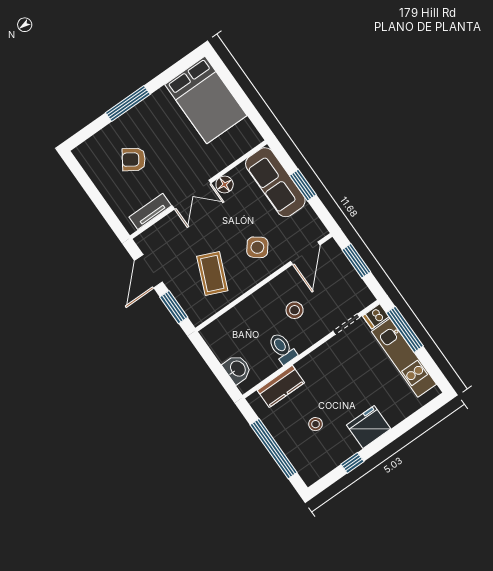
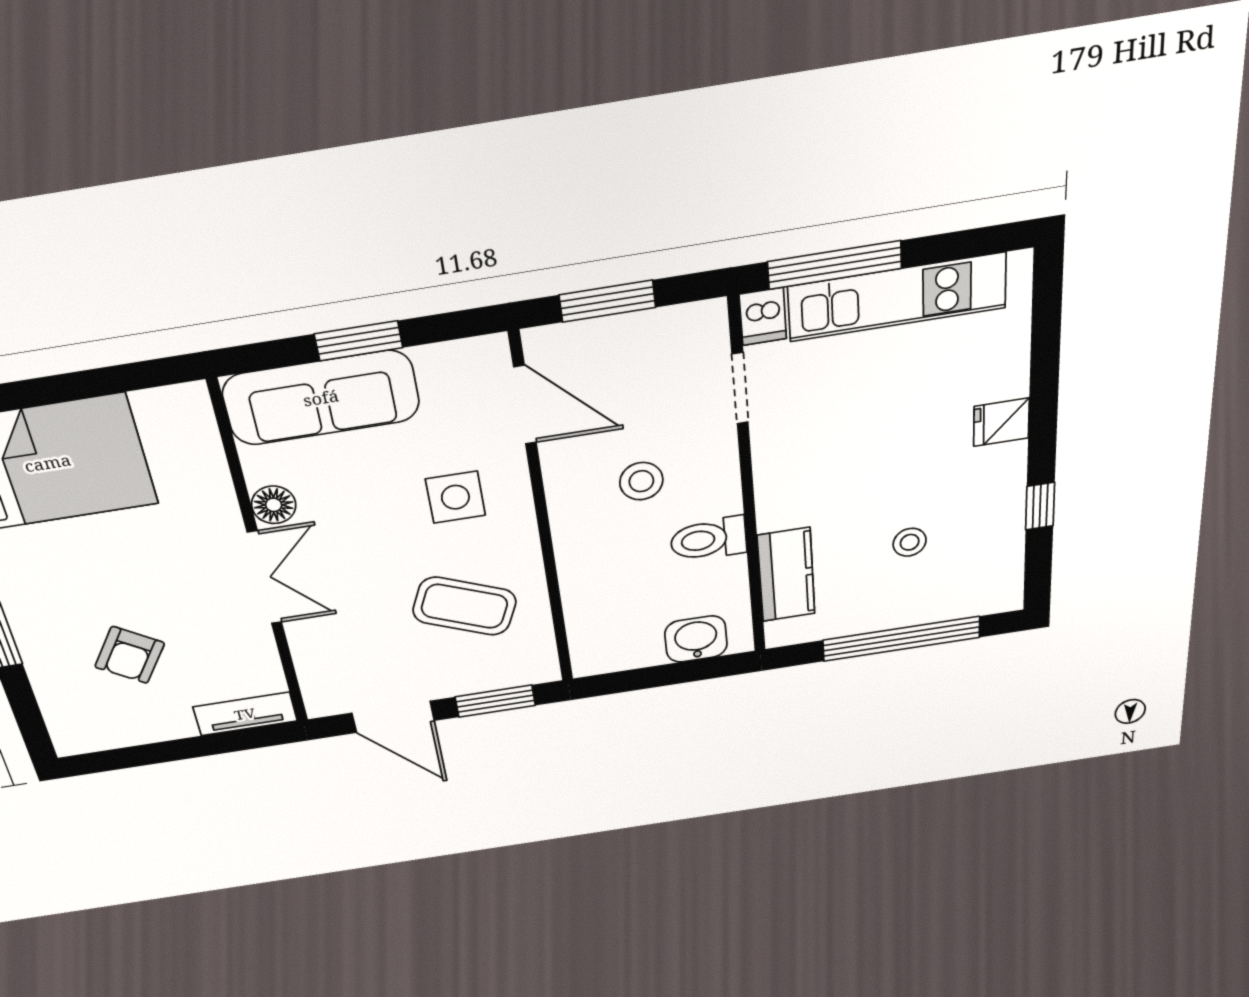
tv unit: (150, 211) -> (245, 714), moved, turned 90
side table: (257, 247) -> (455, 497), turned -38
fridge: (369, 427) -> (1001, 422), width x0.53, depth x0.75

